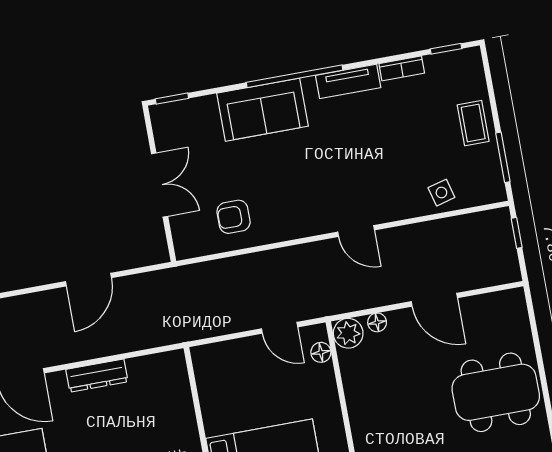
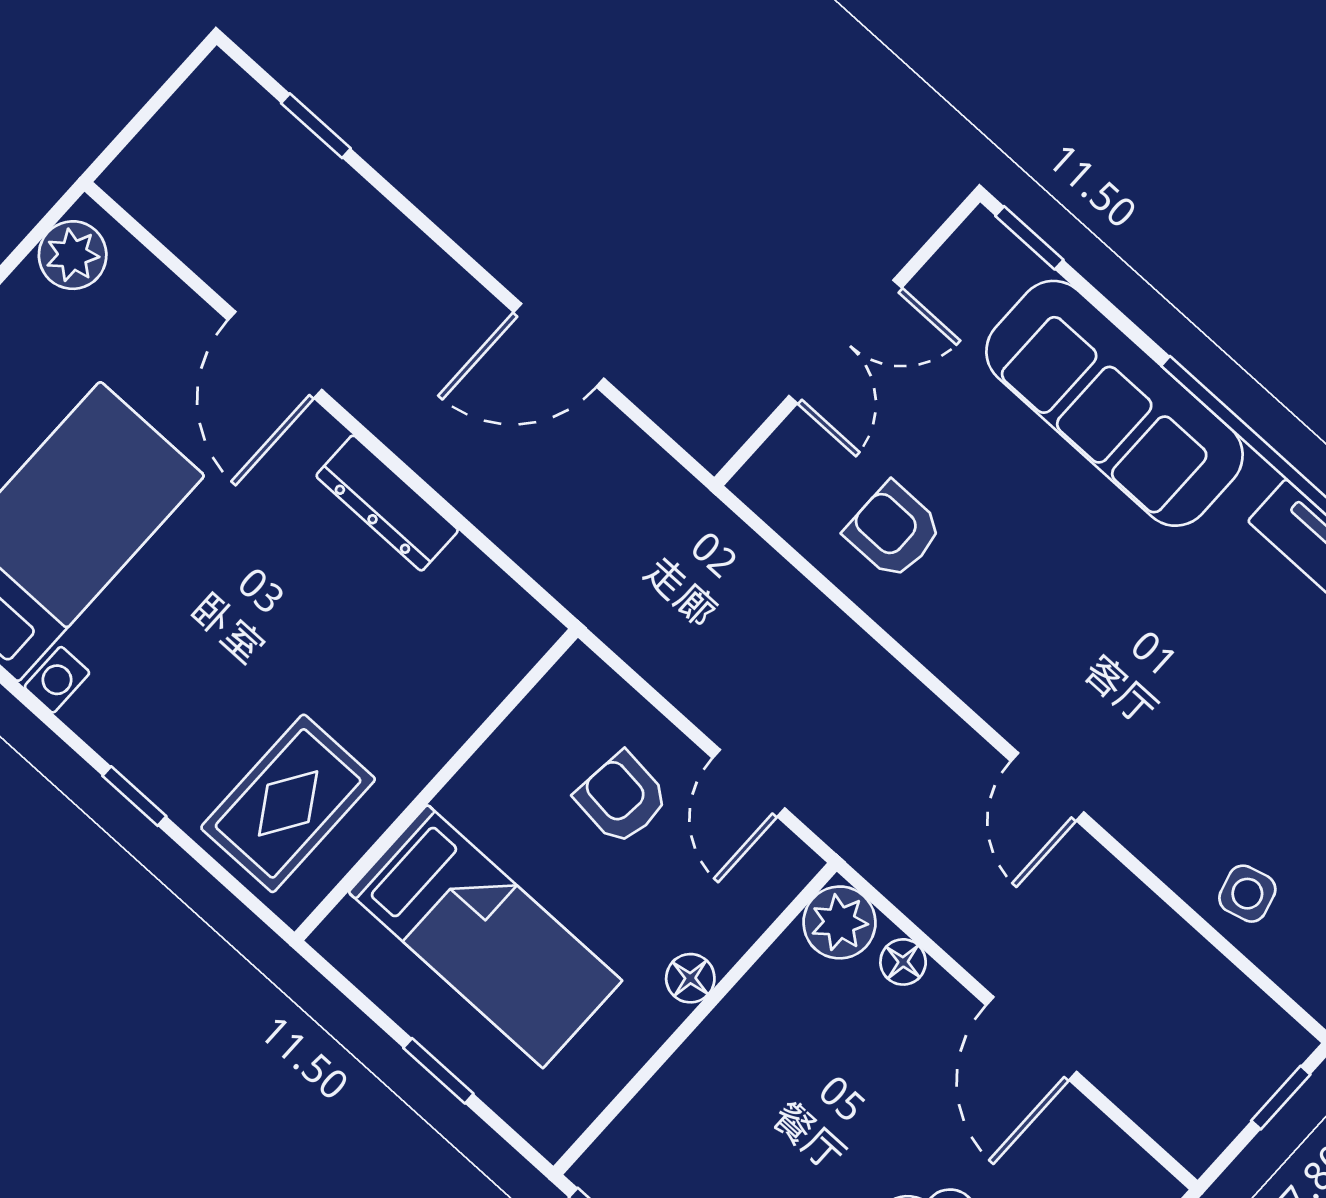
sofa: (263, 110) -> (1115, 403), width x1.36
floor lamp: (321, 352) -> (690, 978), moved
armchair: (253, 373) -> (622, 798), added

